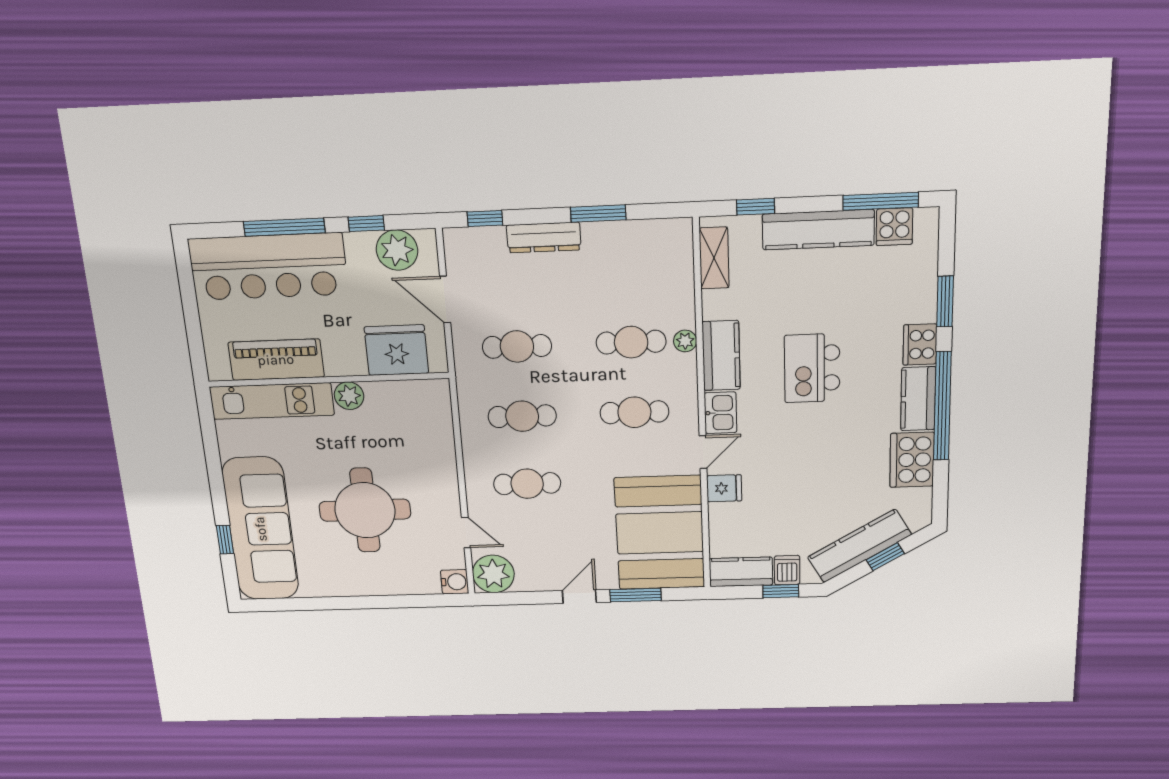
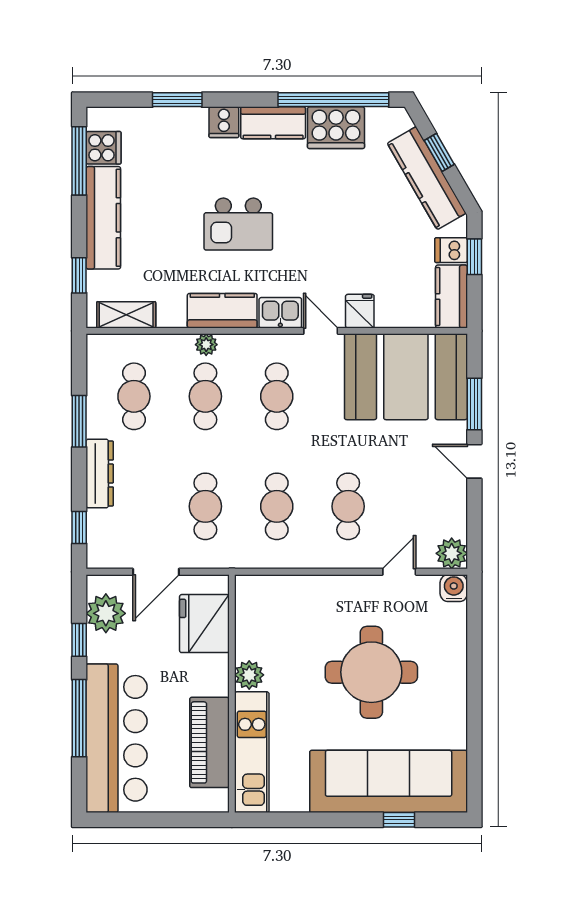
cafe table: (628, 270) -> (134, 396), added
cooker: (920, 344) -> (224, 122), width x0.73
window: (942, 406) -> (333, 100), moved
plant: (493, 574) -> (452, 553), width x0.73, depth x0.73

